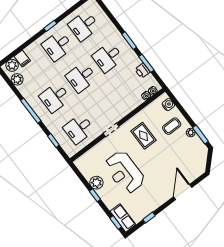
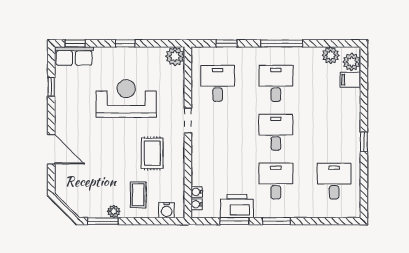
desk: (57, 46) -> (334, 132), removed
printer: (142, 71) -> (237, 206), width x1.87, depth x1.48
rug: (143, 136) -> (152, 153), turned 90
plant: (96, 183) -> (175, 56), moved

